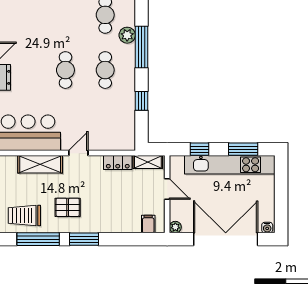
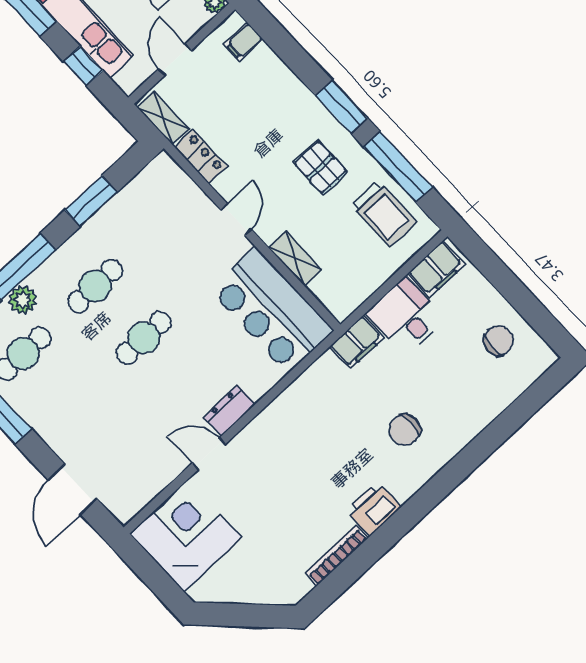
window: (141, 101) -> (91, 201), width x1.50
door: (78, 153) -> (236, 220), swing flipped
shelving: (40, 164) -> (295, 259), width x0.67, depth x0.75

